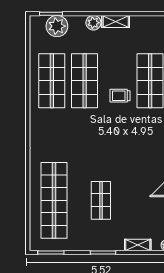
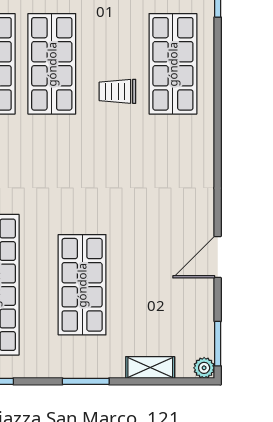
shop shelf: (101, 200) -> (82, 285), width x1.43, depth x1.36

